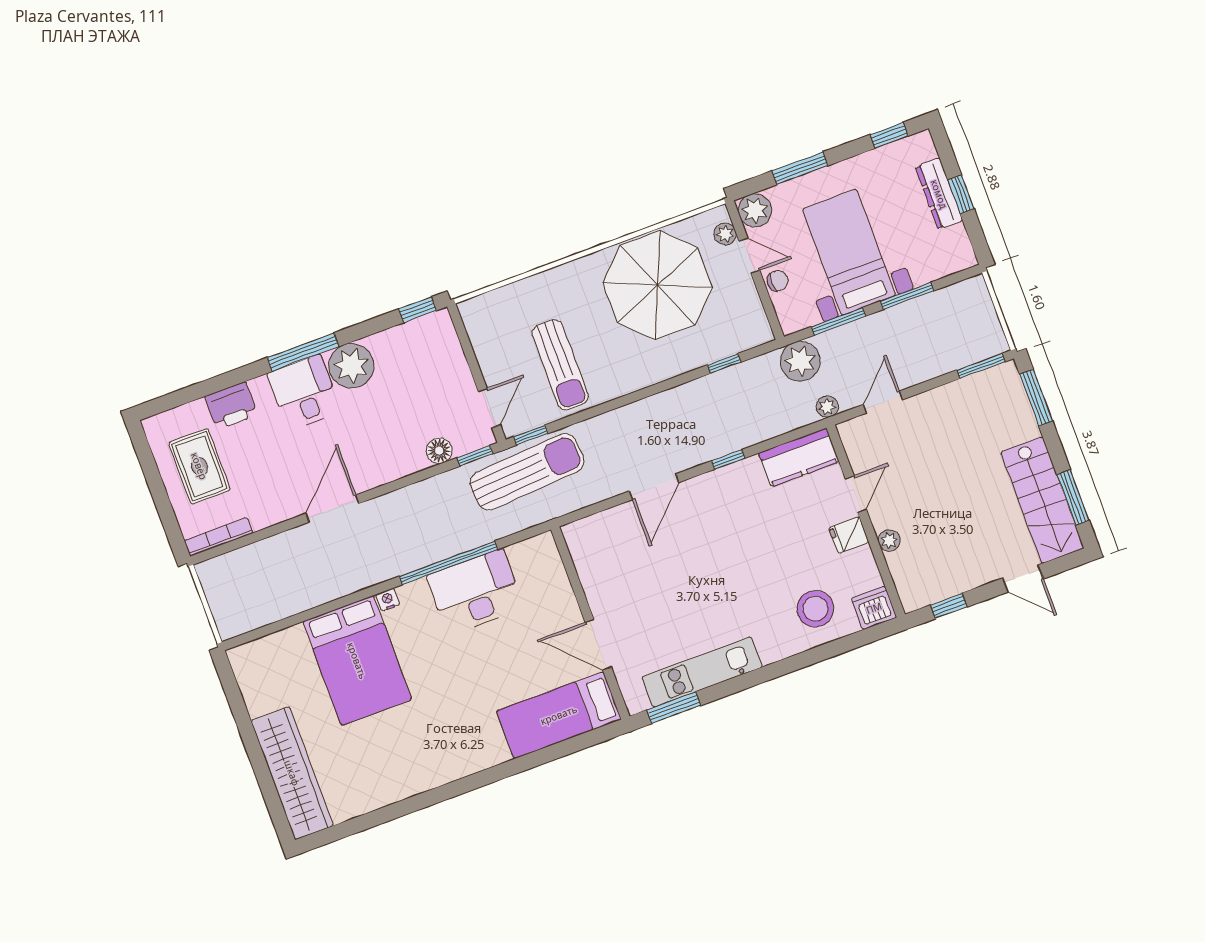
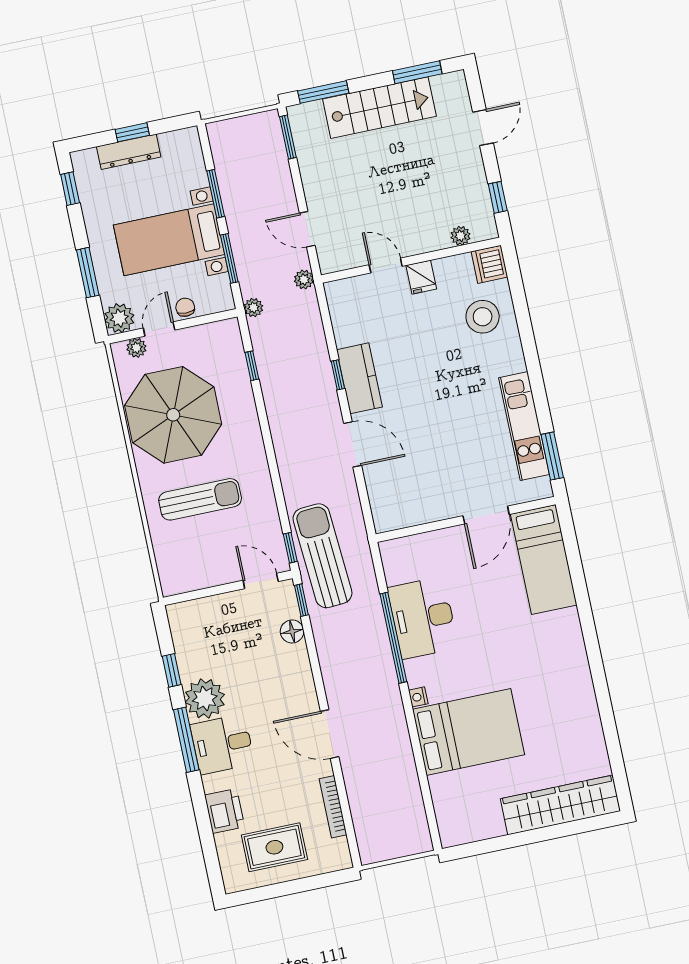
window: (417, 310) -> (172, 670), moved
plant: (800, 361) -> (253, 308), width x0.53, depth x0.53
sun lounger: (560, 365) -> (200, 499), moved
kitchen counter: (799, 457) -> (359, 378), moved
stairs: (1042, 500) -> (379, 108), moved
bookcase: (219, 537) -> (333, 807), moved
plant: (889, 540) -> (461, 236), moved

